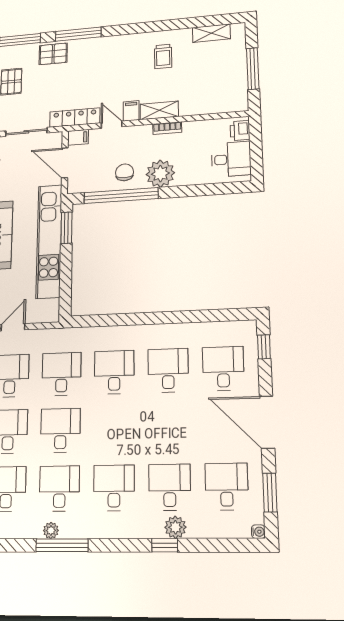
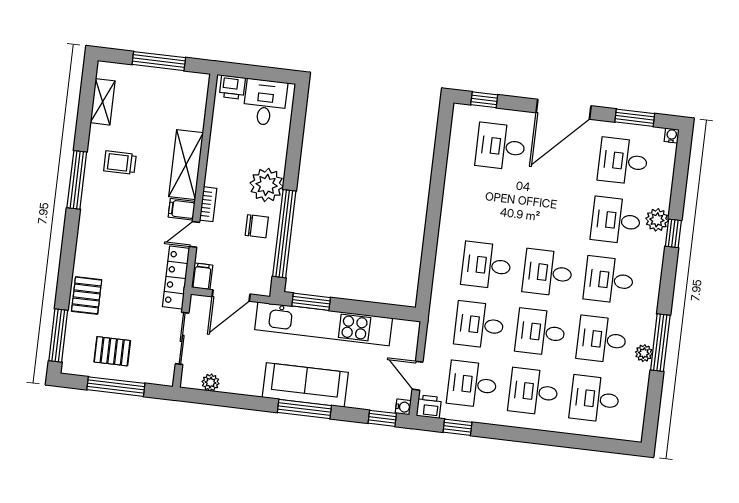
window: (78, 34) -> (77, 180), moved
trolley: (163, 56) -> (120, 163), turned 180
shelving: (159, 110) -> (186, 165), width x1.50, depth x1.33
bookcase: (167, 128) -> (208, 204), moved
chair: (125, 172) -> (257, 226), turned 180
desk: (168, 370) -> (548, 273), moved

